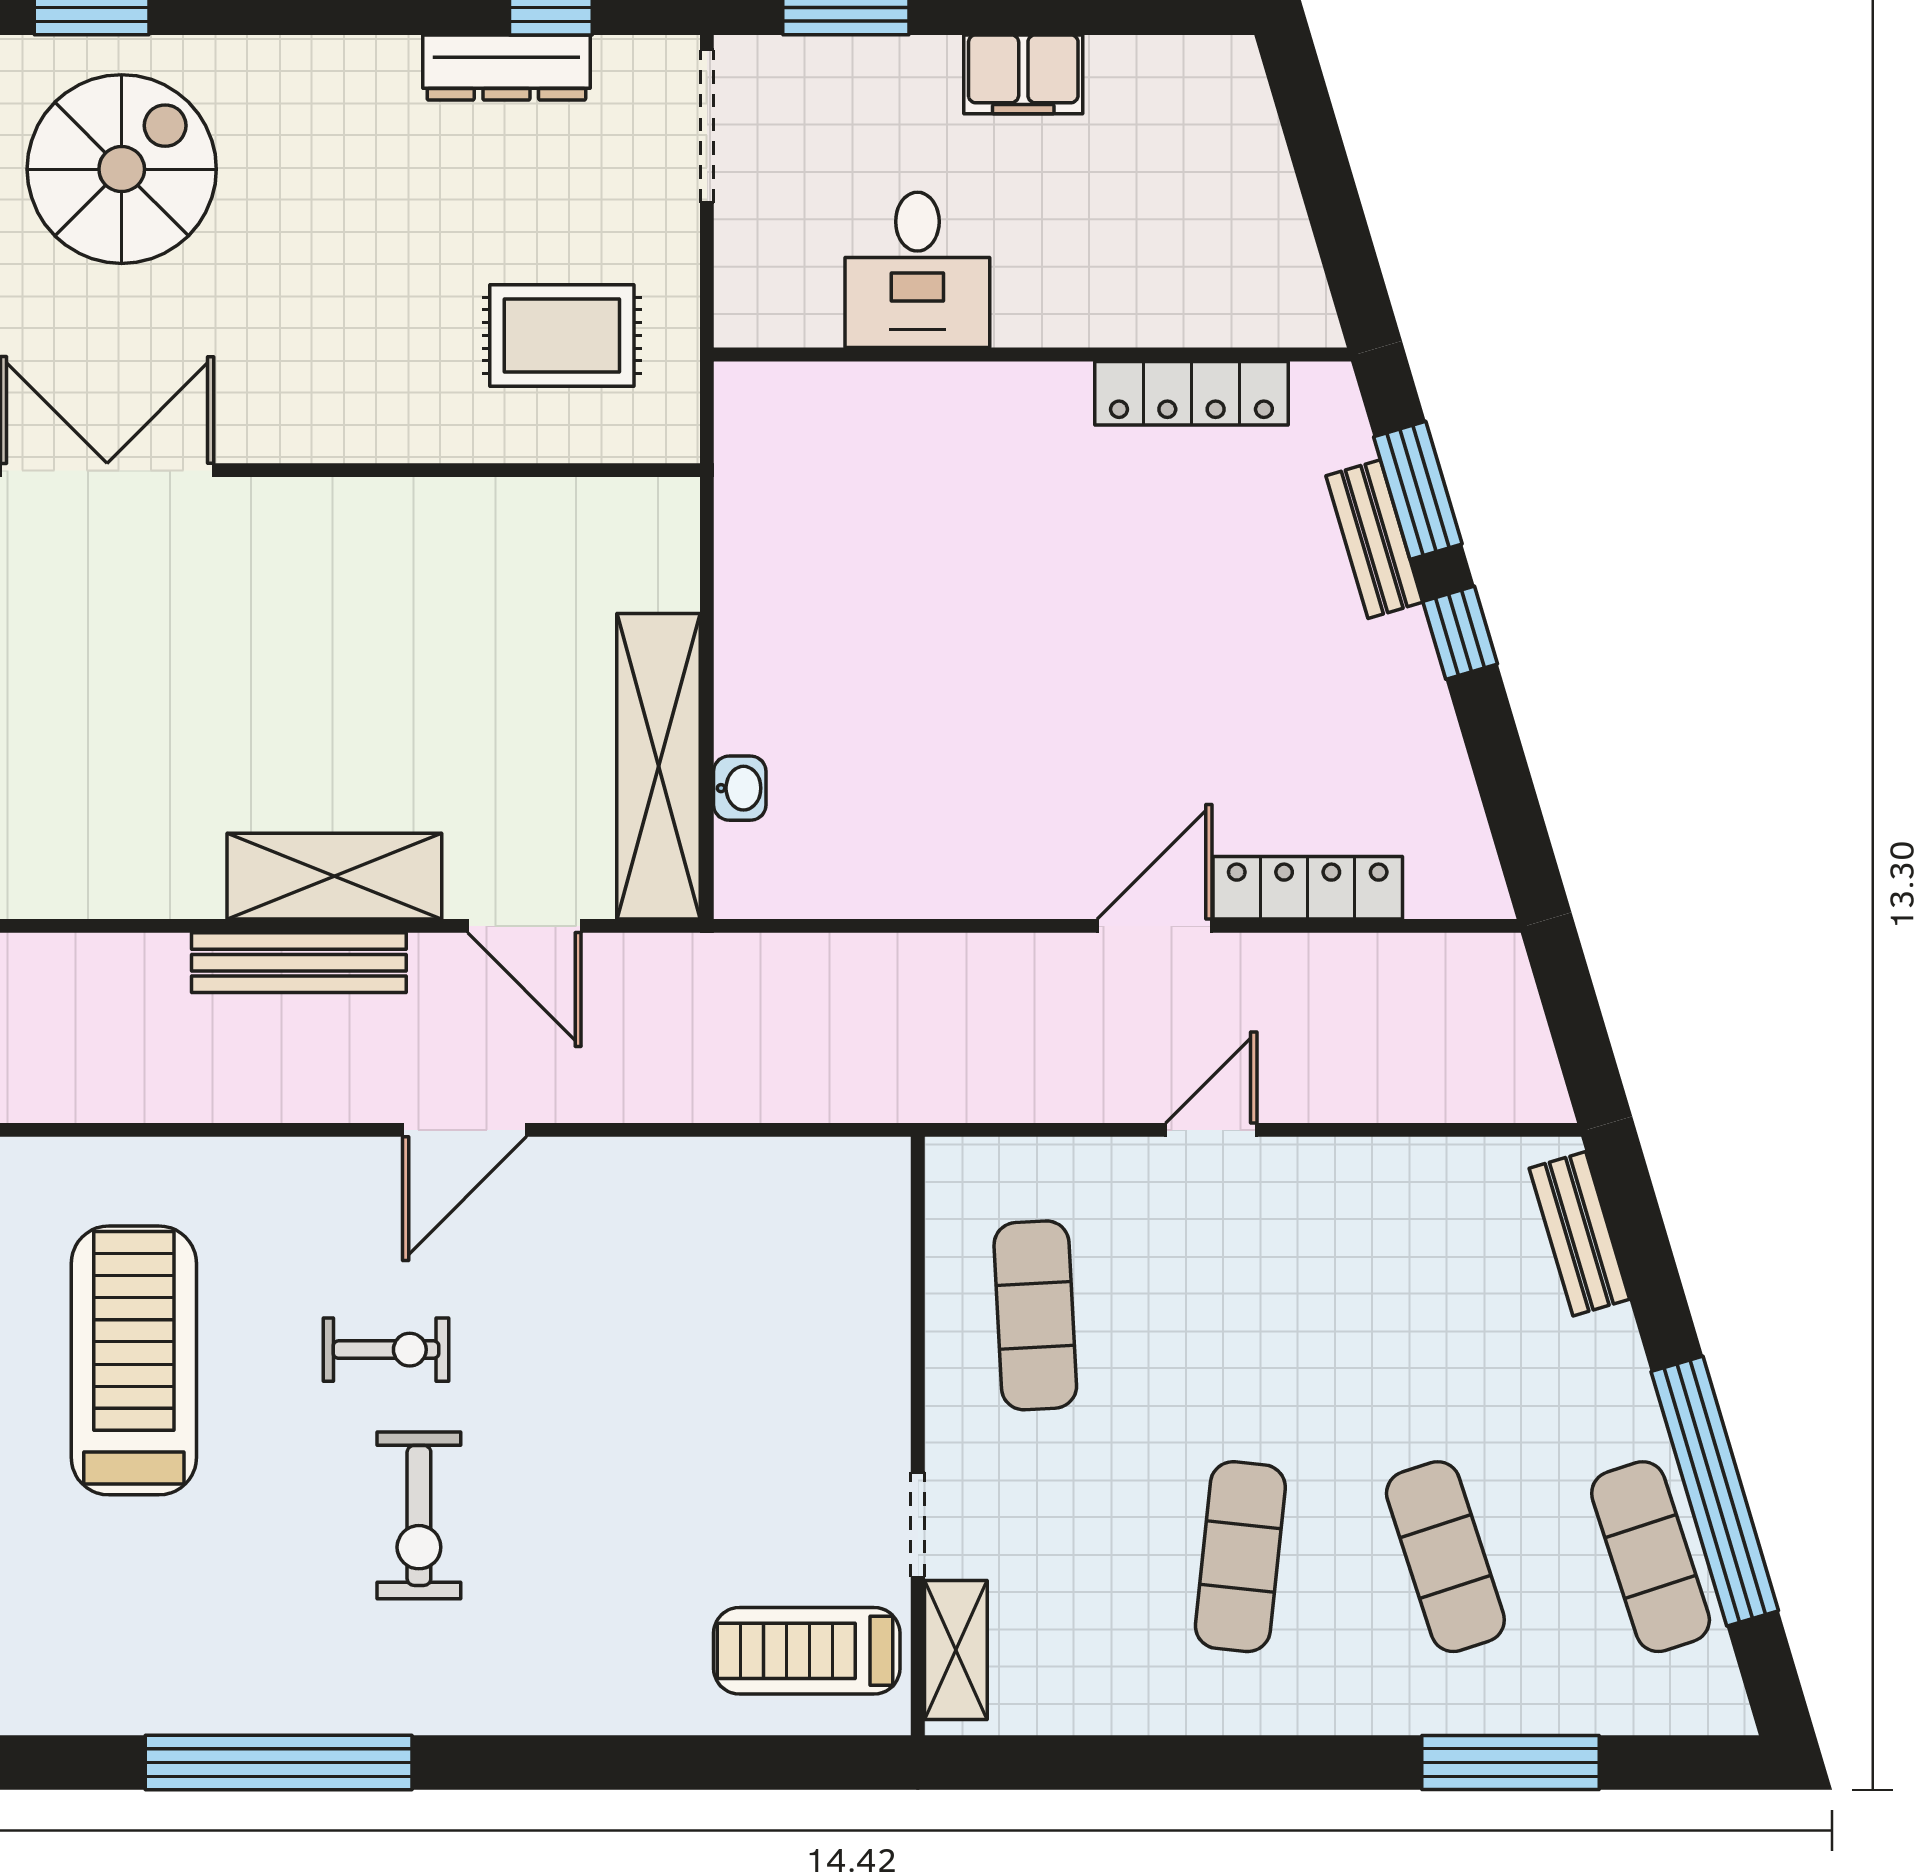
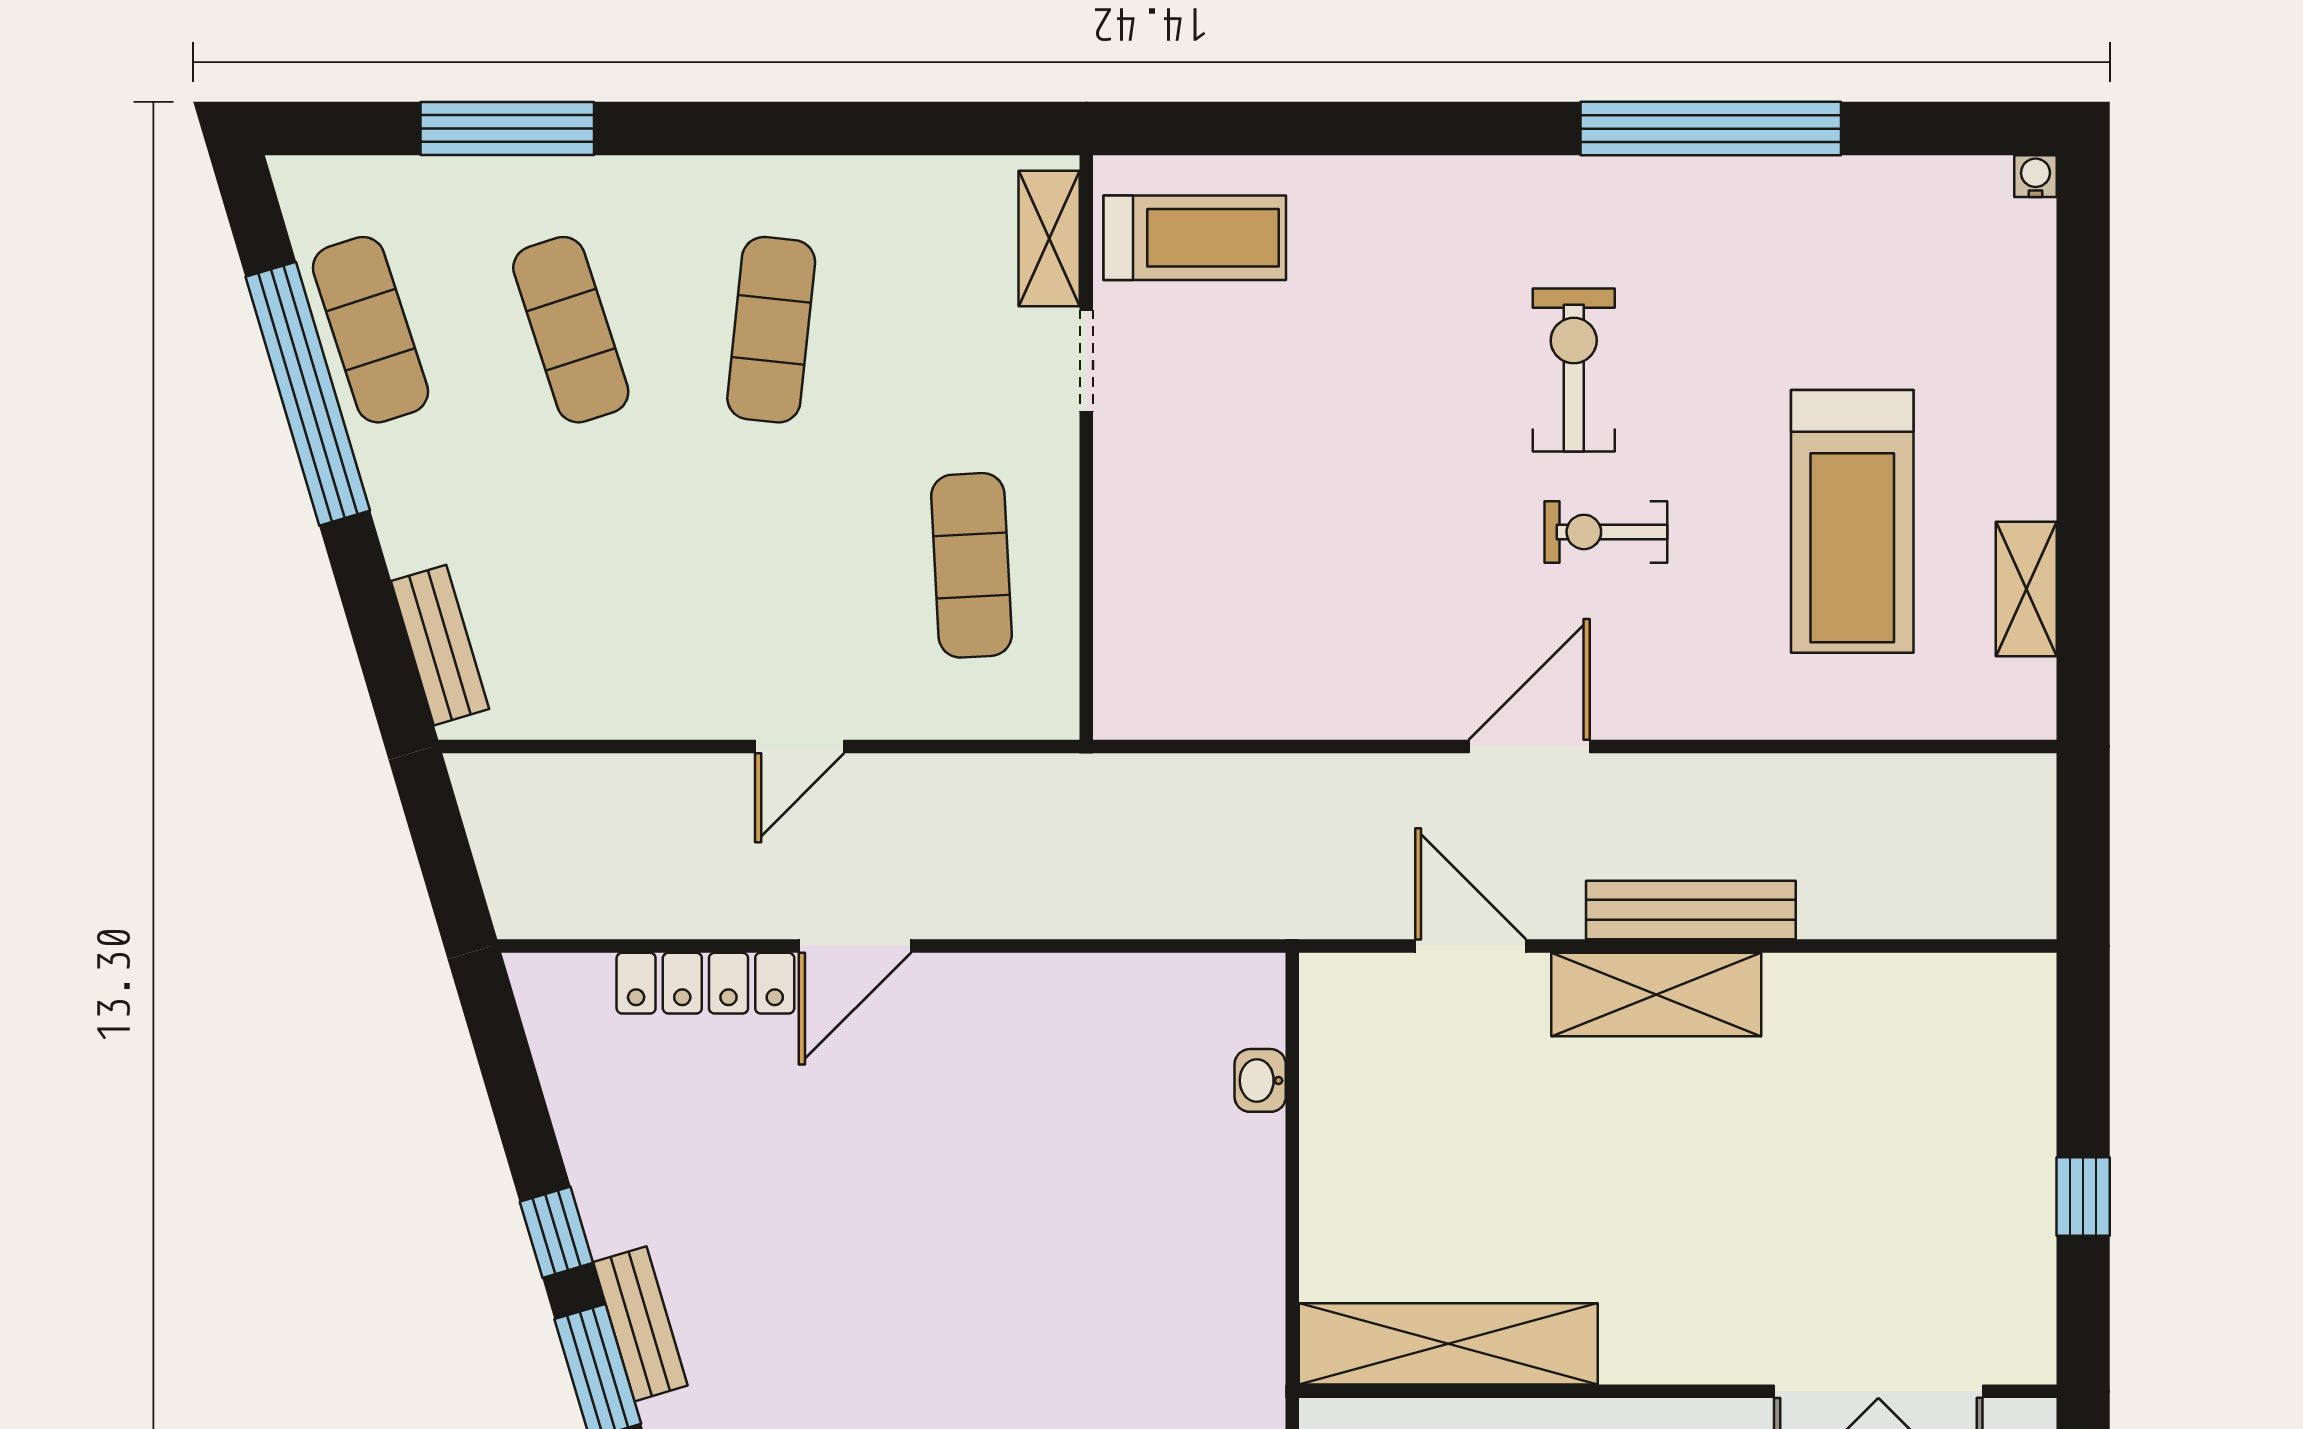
shelving: (658, 766) -> (1448, 1344), moved, turned 90

